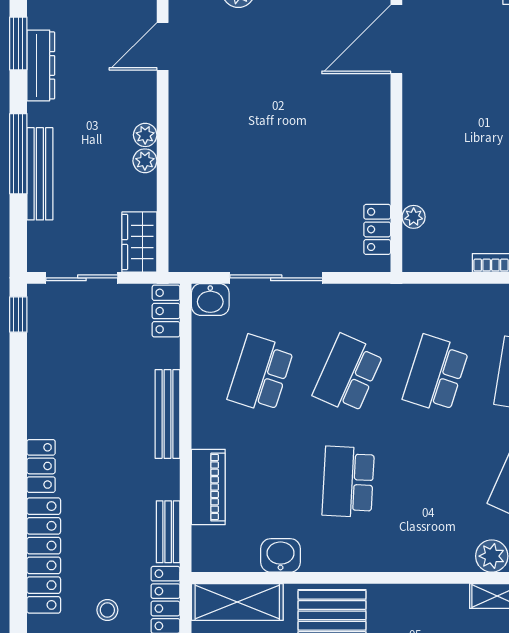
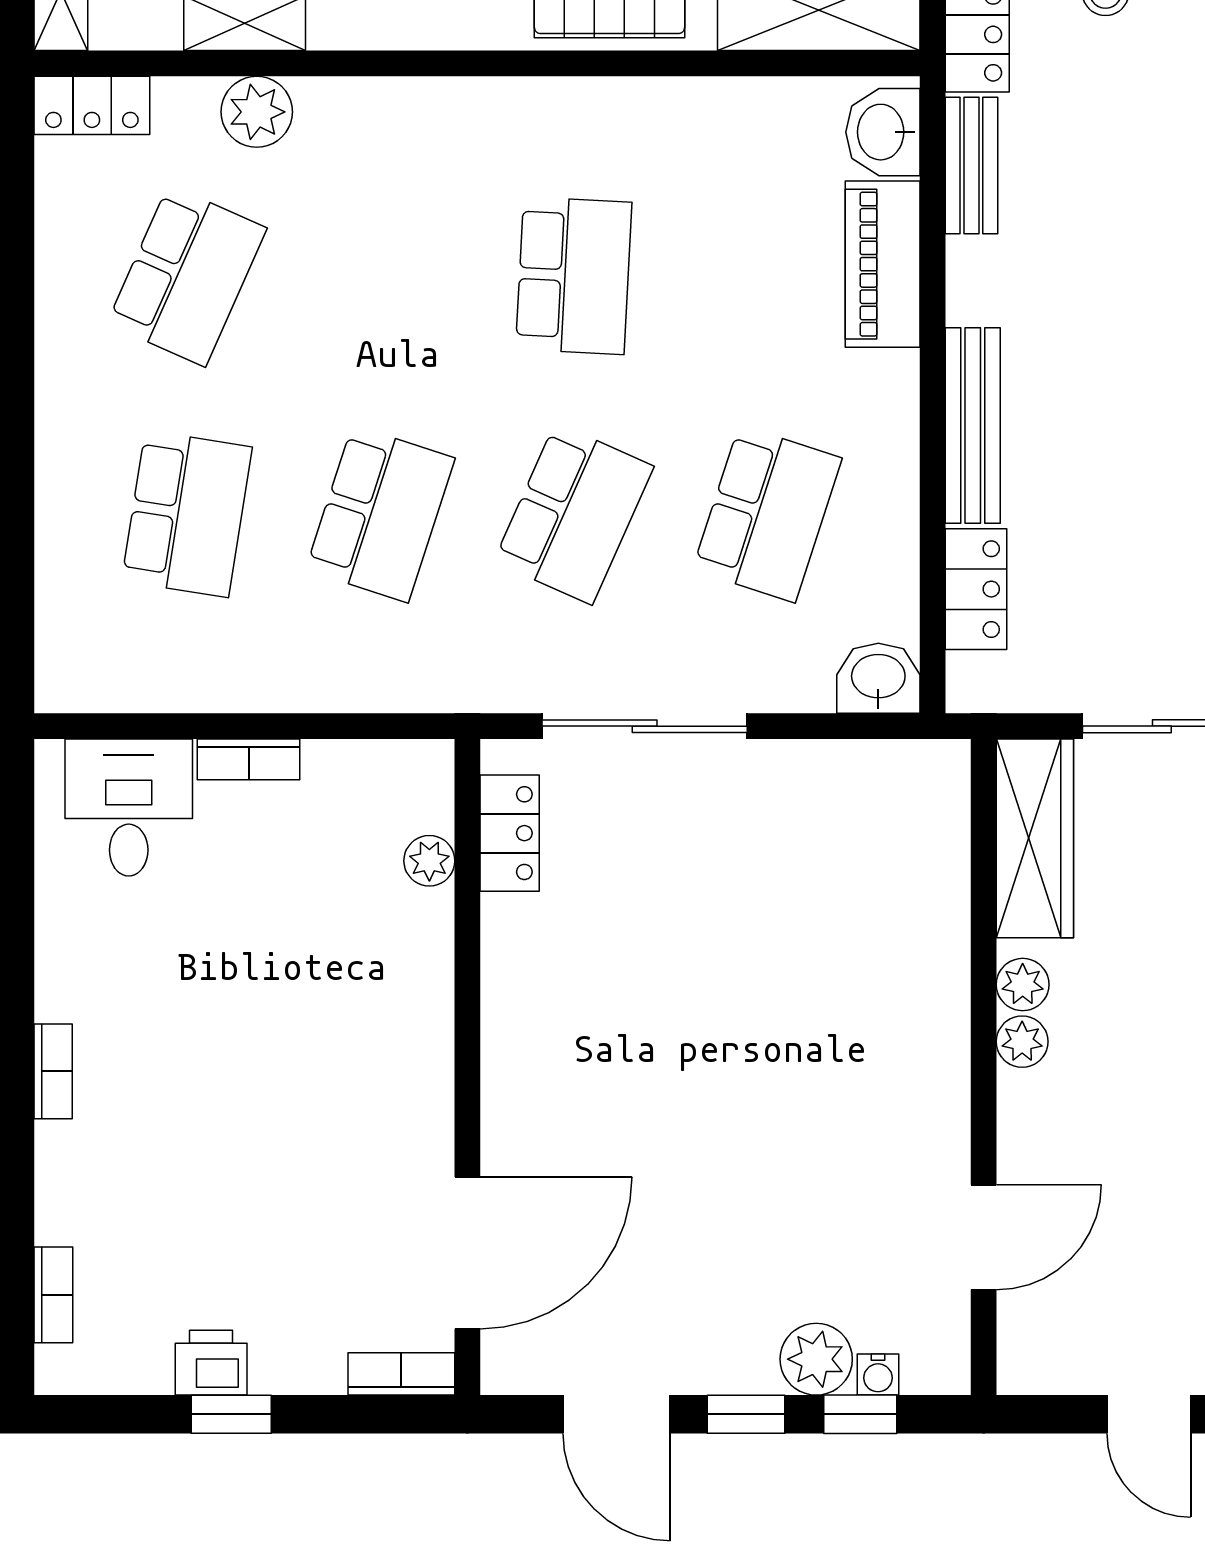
wardrobe: (139, 242) -> (1035, 838), width x1.50
sliding door: (276, 278) -> (645, 726), moved
locker: (166, 311) -> (976, 589), moved
washbasin: (281, 555) -> (883, 132), moved, turned 90

